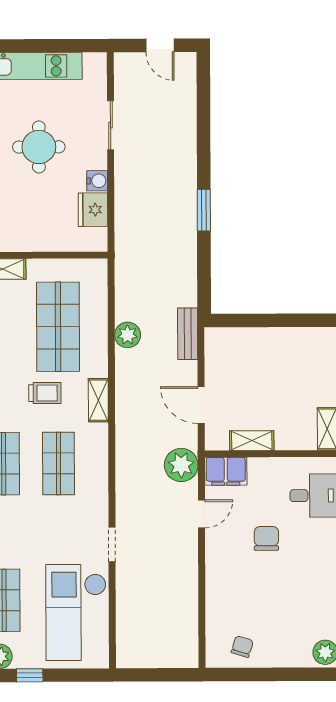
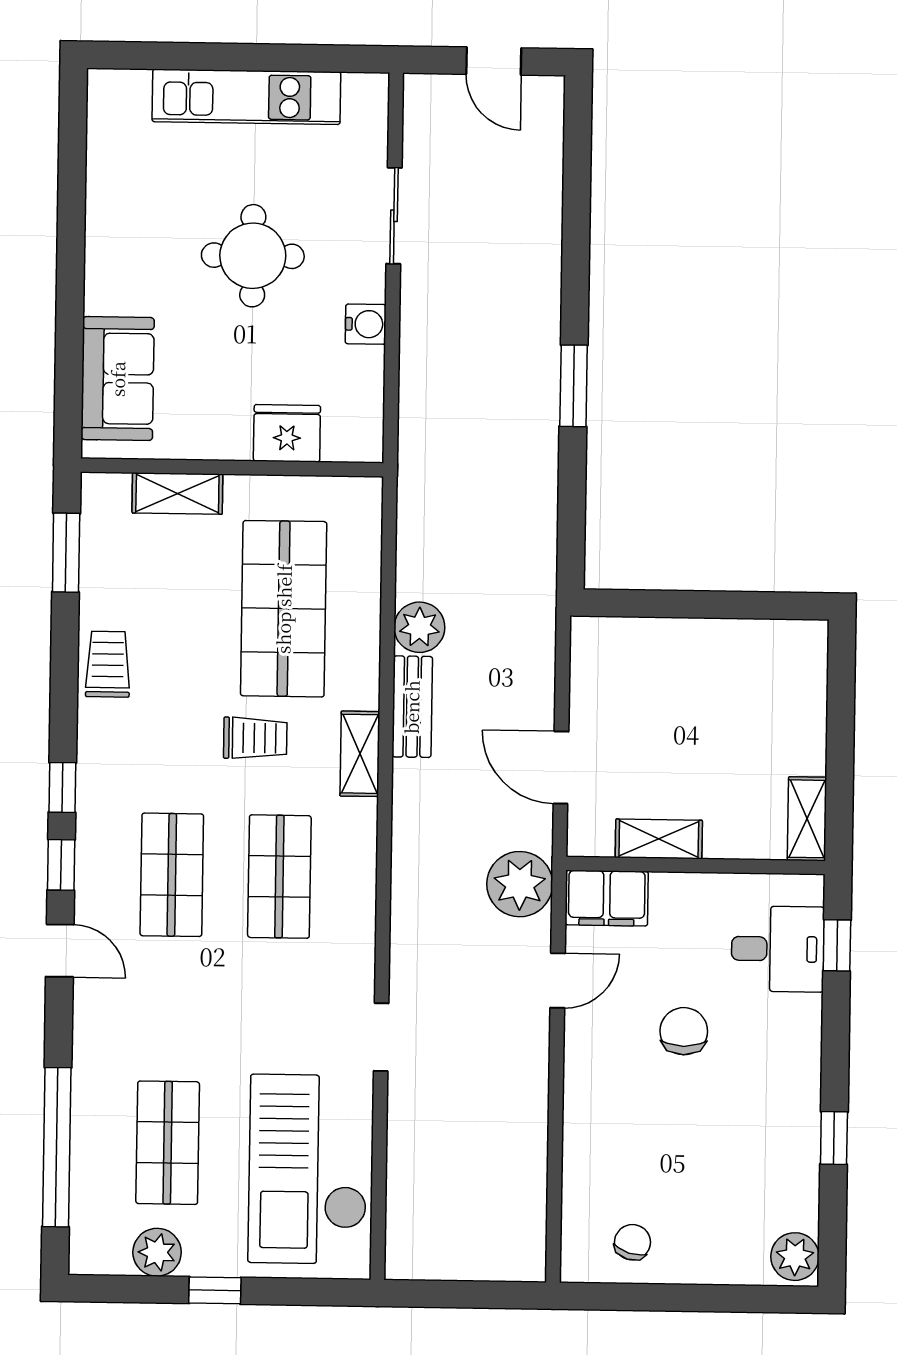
fridge: (93, 210) -> (287, 433), moved, turned 90
bench: (188, 334) -> (412, 707), moved

